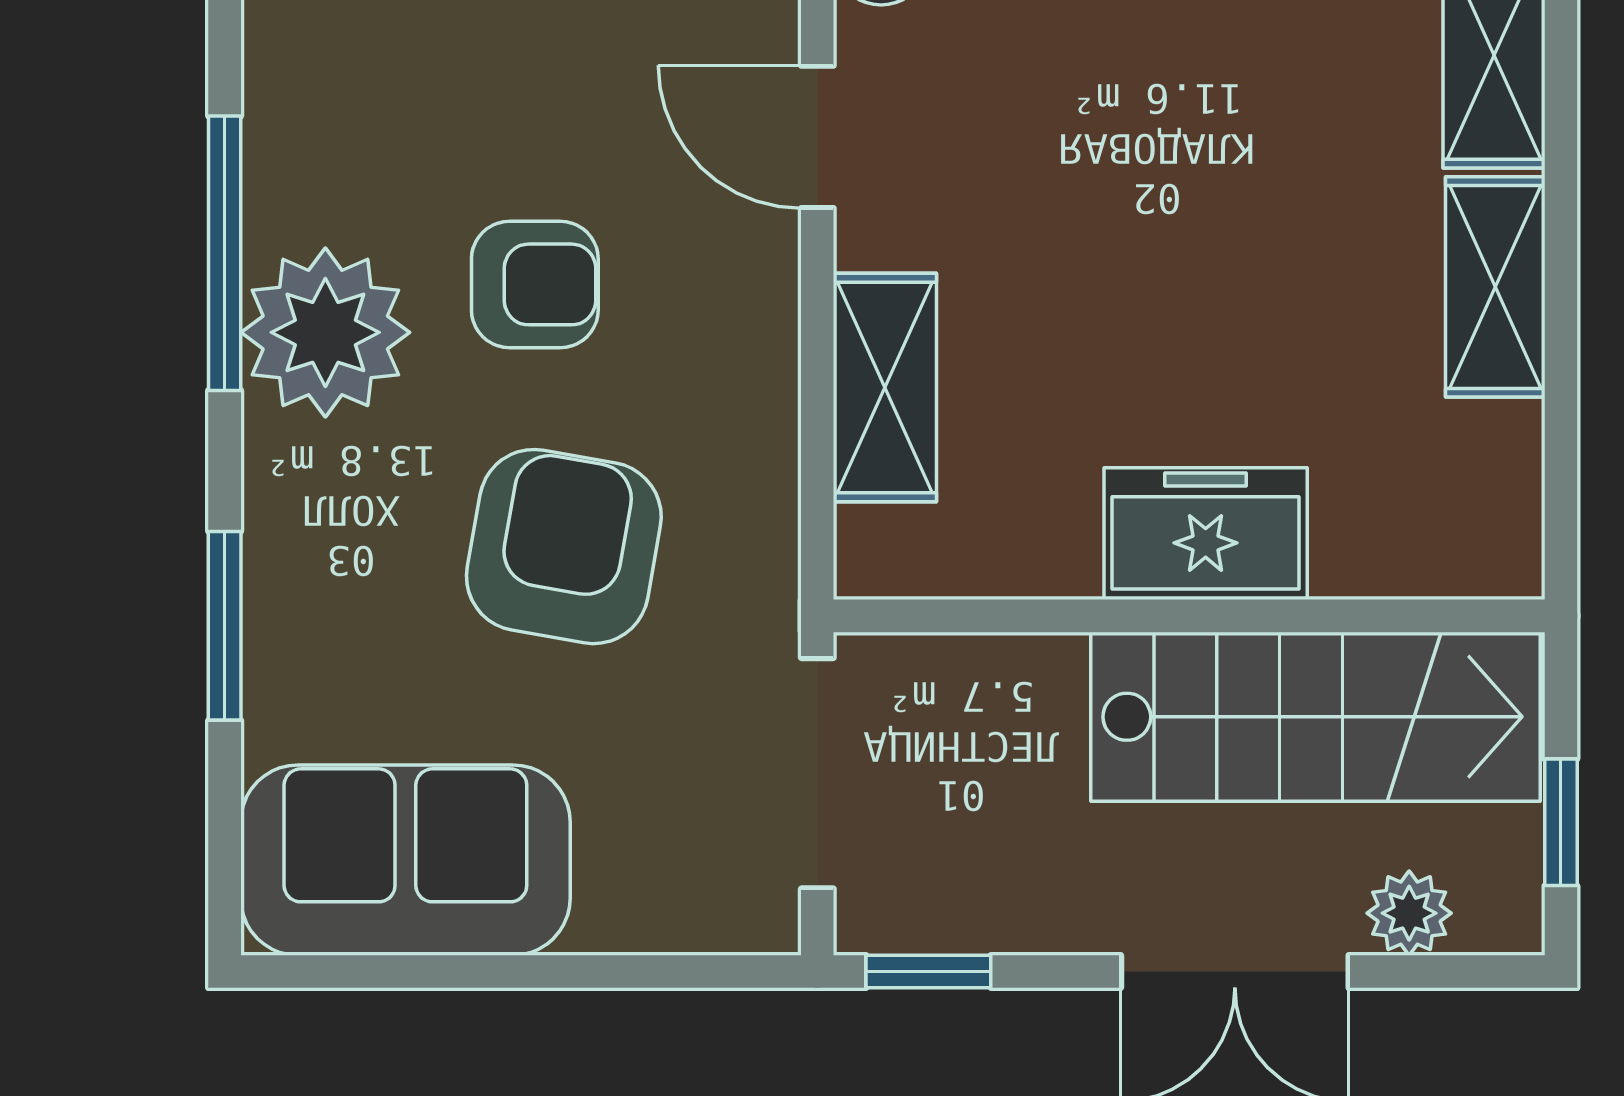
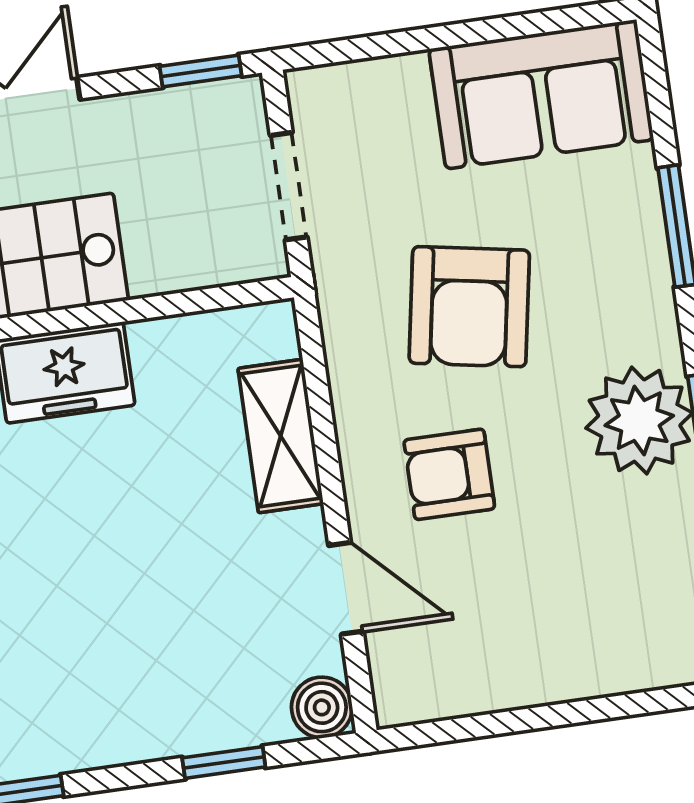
armchair: (535, 284) -> (449, 474), moved
doorway: (817, 773) -> (289, 186), width x0.73

